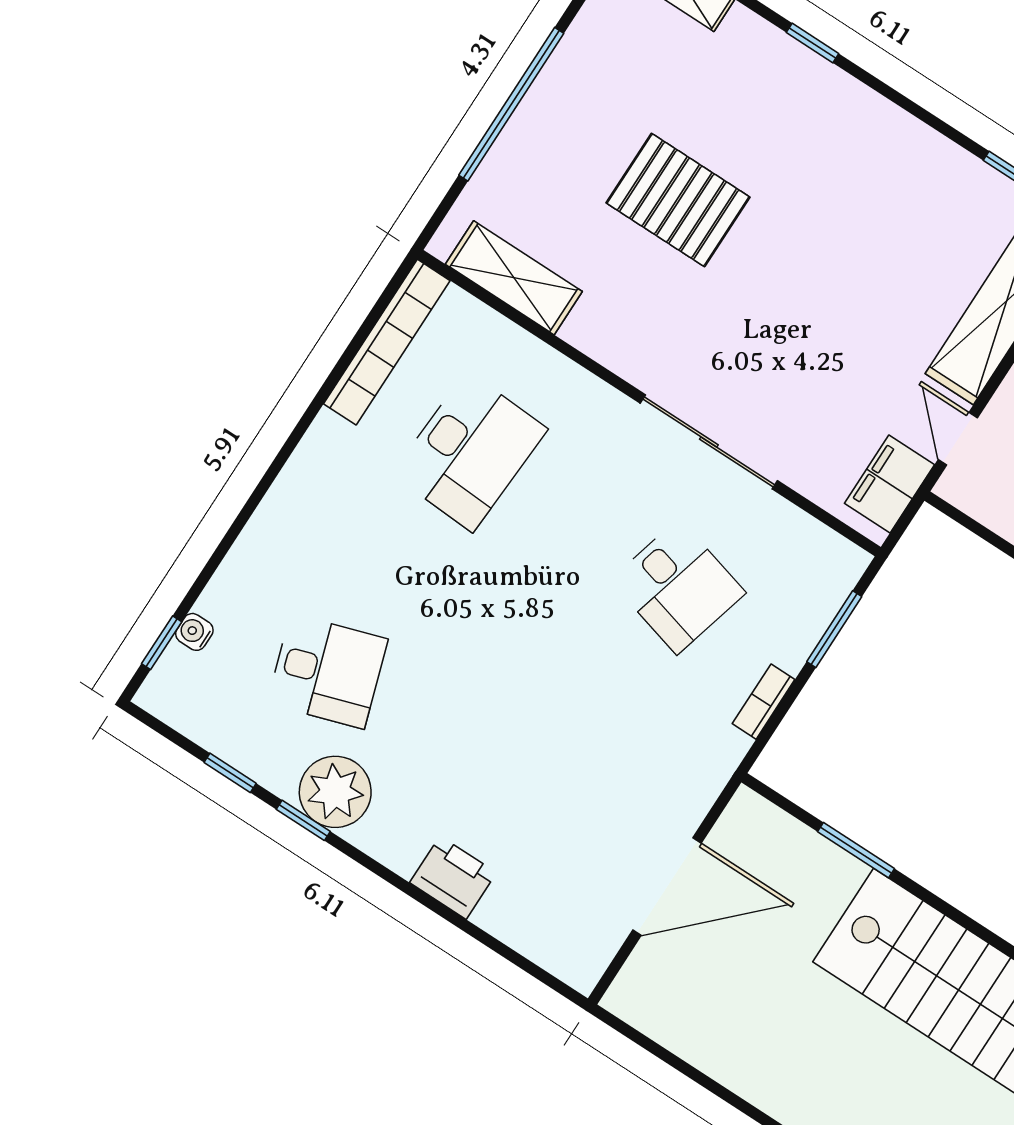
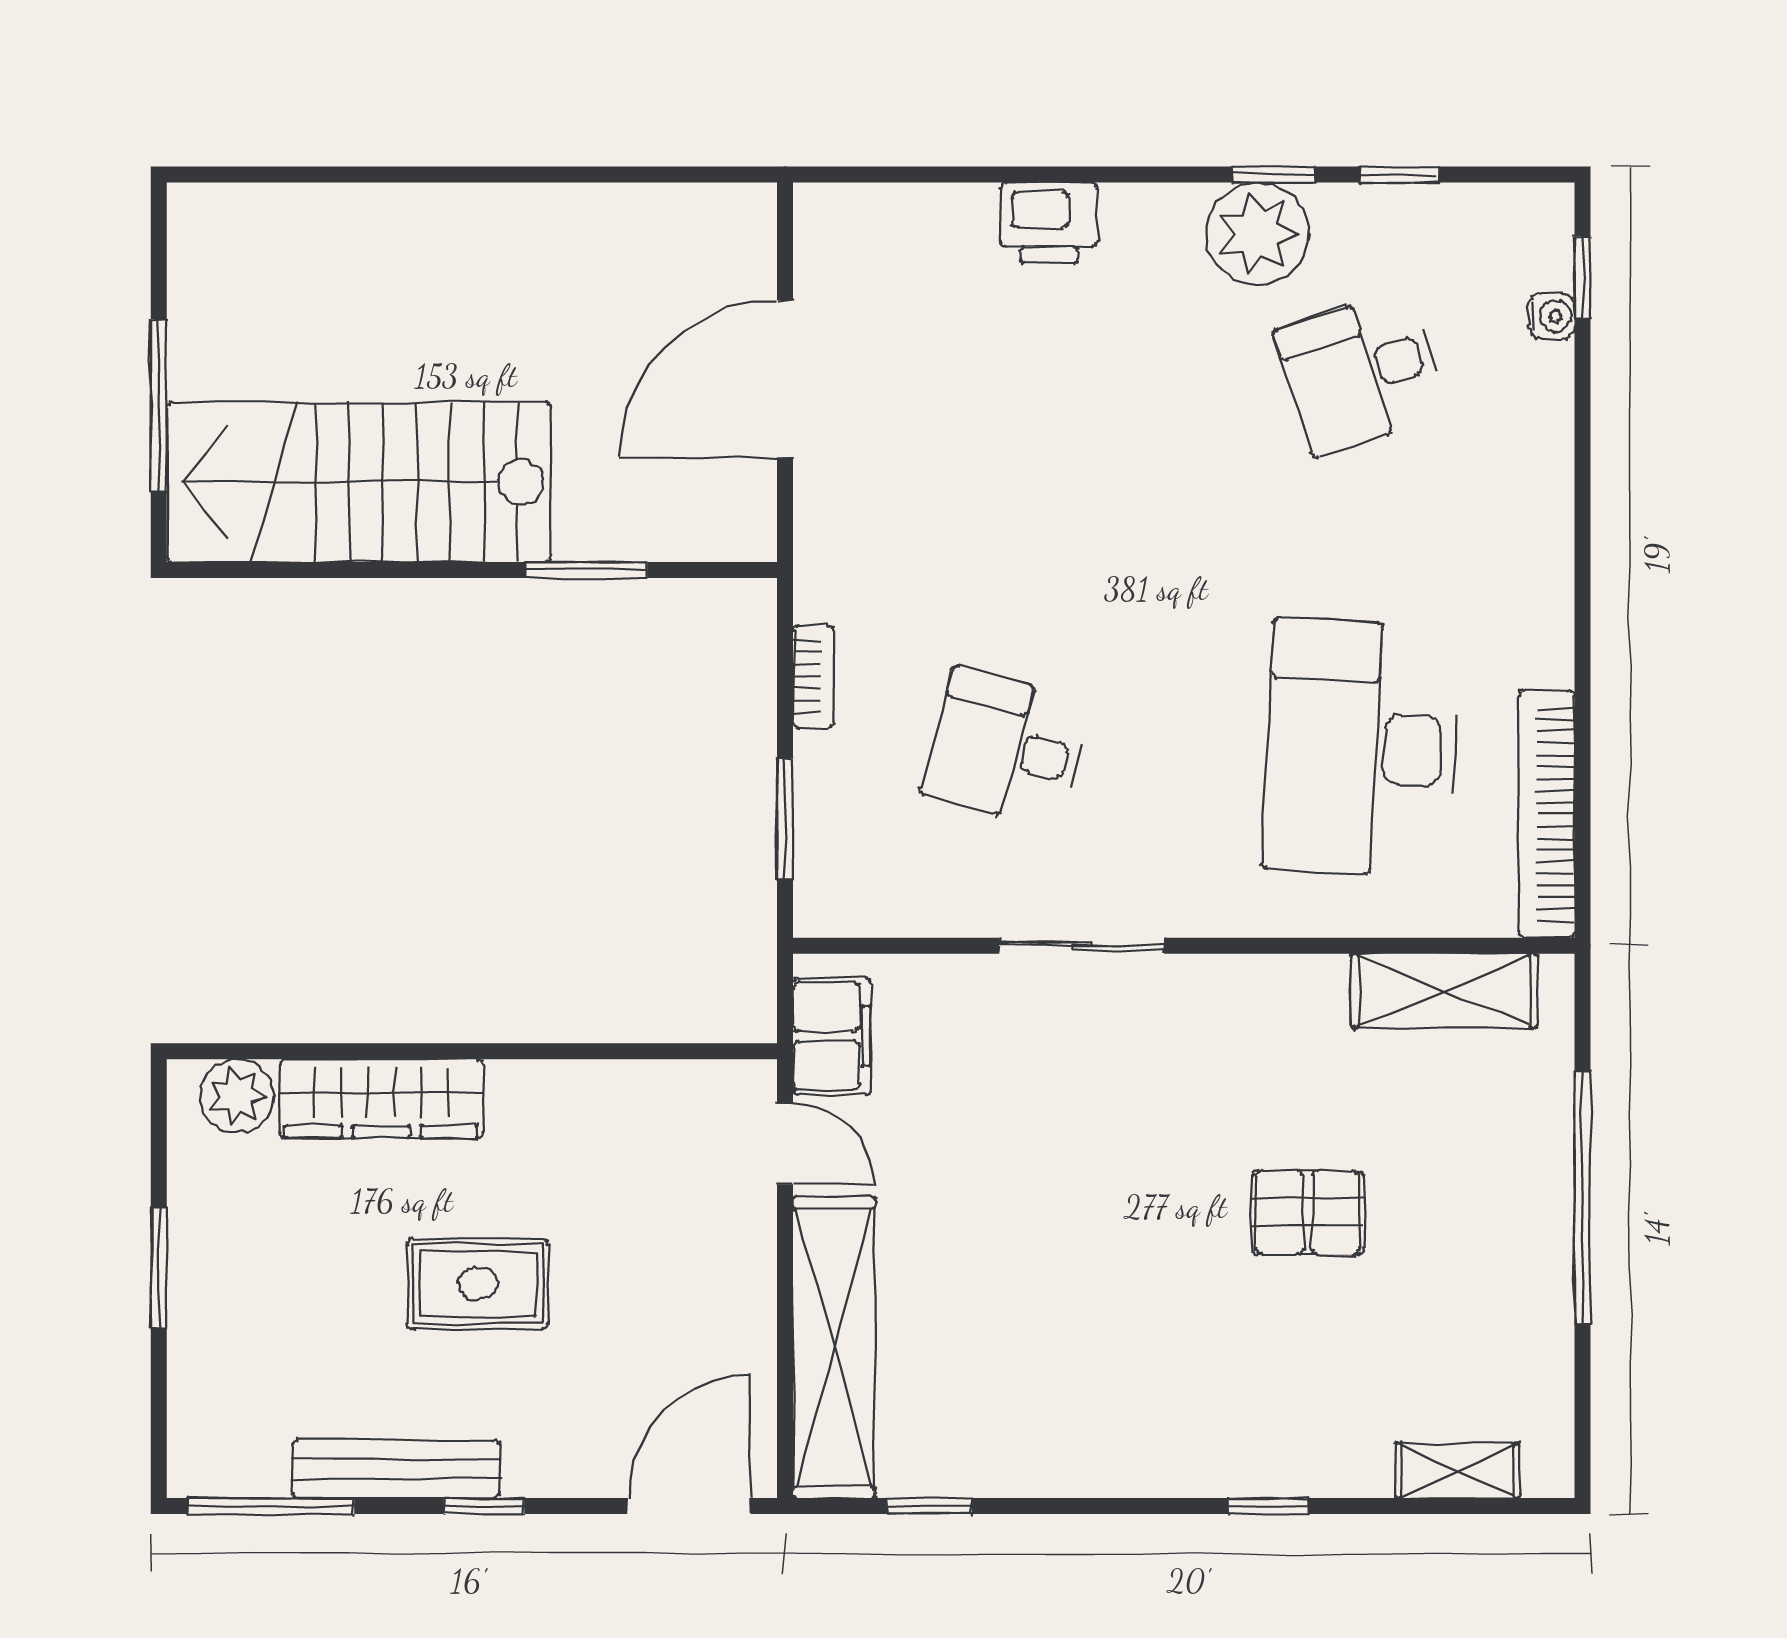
pallet: (678, 200) -> (1308, 1212), width x0.67, depth x0.71
sliding door: (709, 442) -> (1082, 946), width x0.73
desk: (470, 452) -> (1361, 748), width x1.36, depth x1.30

